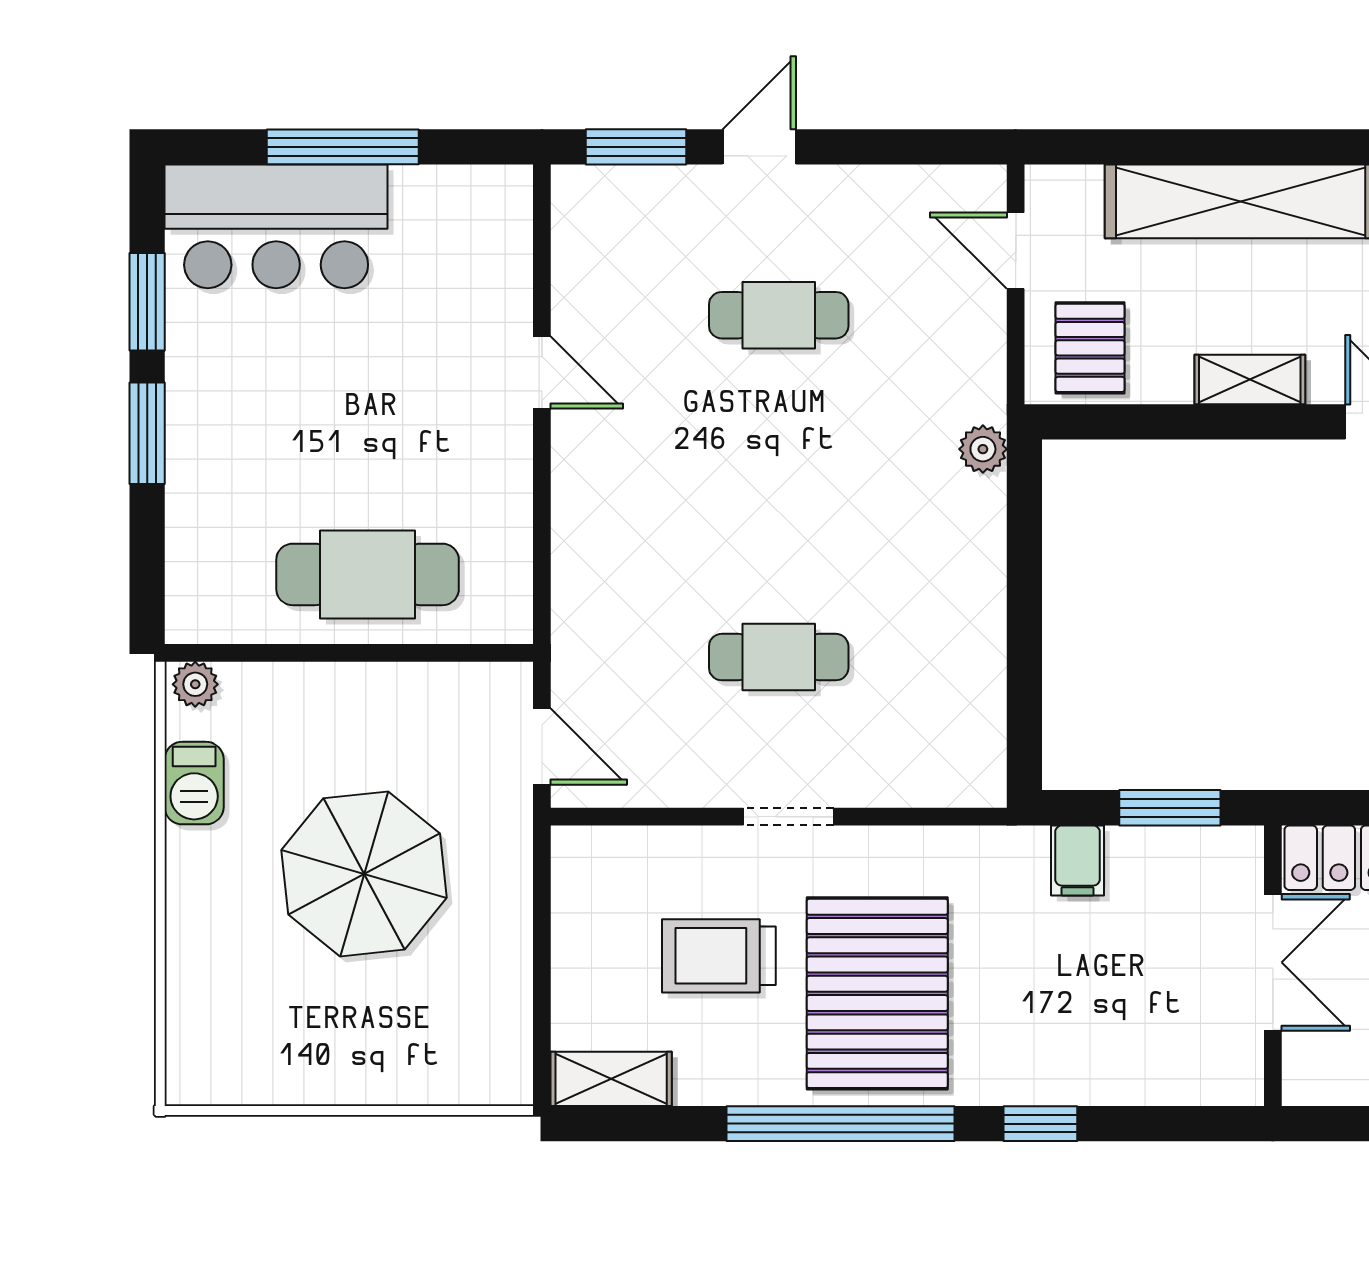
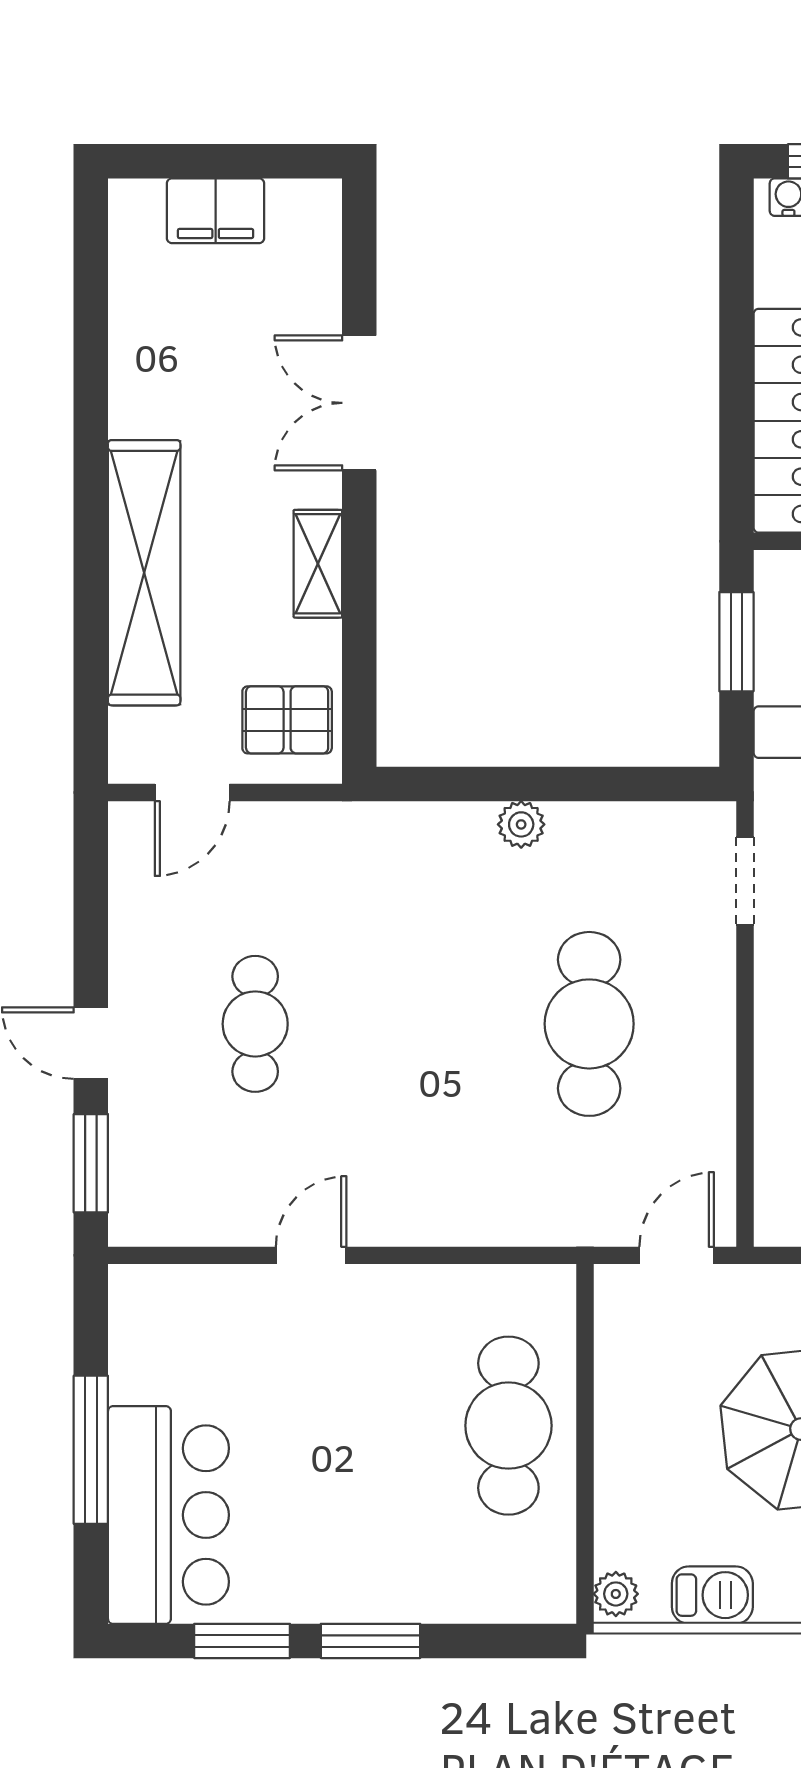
plant: (983, 449) -> (521, 824), moved
cafe table: (779, 657) -> (589, 1024), width x1.37, depth x1.35
doorway: (789, 817) -> (745, 881), moved

